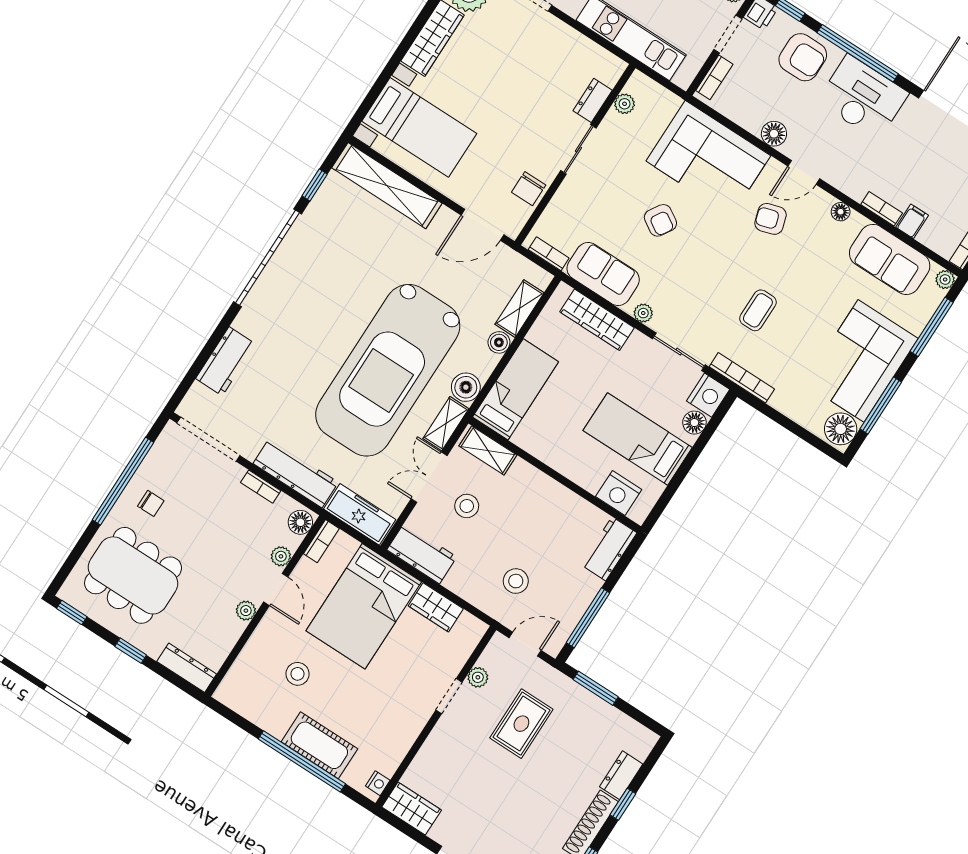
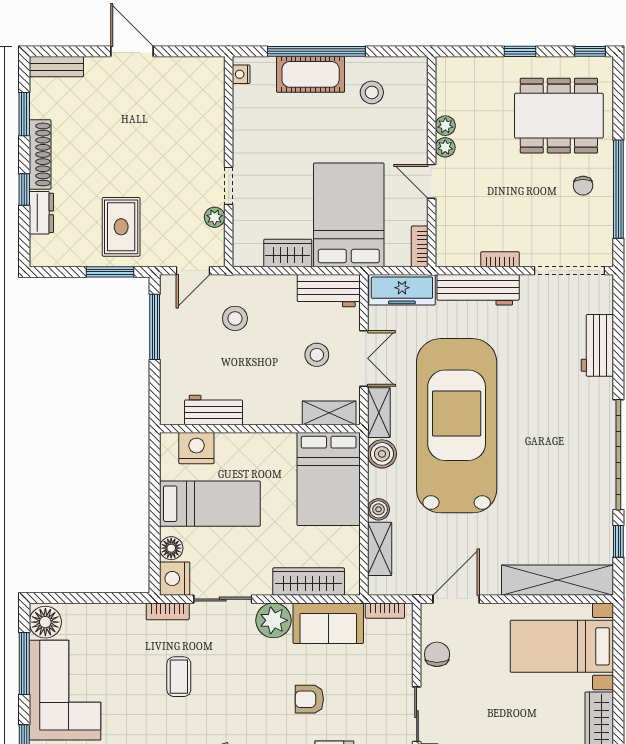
armchair: (660, 220) -> (309, 699), turned -32
plant: (643, 313) -> (273, 620), width x1.88, depth x1.88
bookcase: (742, 378) -> (168, 611), width x0.64
bed: (516, 389) -> (329, 479), width x1.50
chair: (151, 503) -> (583, 186), turned -90
floor lamp: (300, 522) -> (447, 251), removed
workbench: (609, 549) -> (214, 410), moved, turned -90
plant: (281, 556) -> (445, 126), moved
dresser: (187, 668) -> (464, 67), removed
stool: (298, 674) -> (372, 92), moved
rug: (521, 724) -> (121, 227), moved
wardrobe: (412, 809) -> (199, 71), removed

